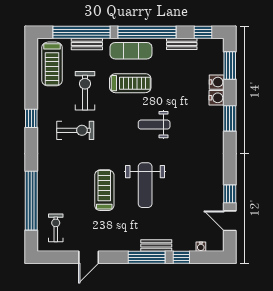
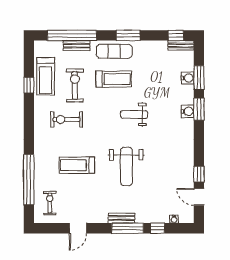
window: (147, 32) -> (128, 35), width x0.47
bench: (182, 44) -> (181, 45), moved
treadmill: (52, 64) -> (46, 76), moved
window: (230, 65) -> (199, 78), moved
water cooler: (217, 98) -> (188, 111), moved
window: (31, 118) -> (29, 85), moved
exercise bike: (75, 130) -> (67, 119), turned 180
treadmill: (104, 190) -> (77, 165), moved, turned -90
bench: (156, 246) -> (121, 218), moved

